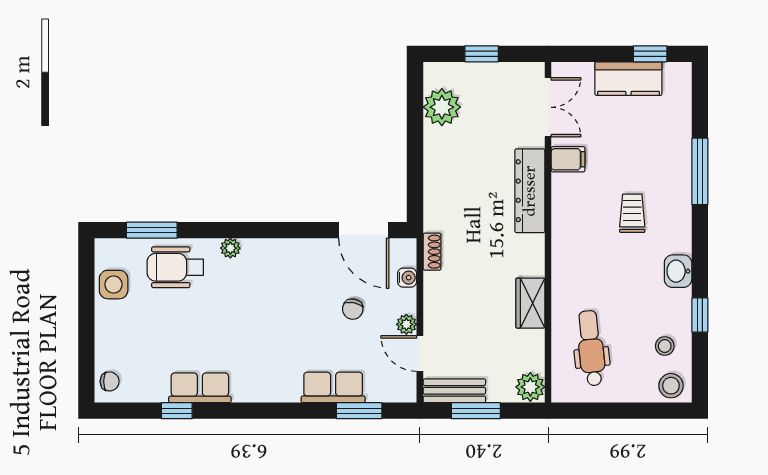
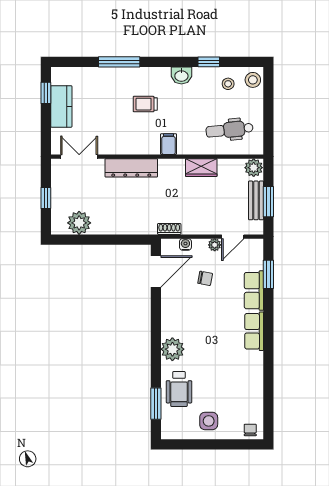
filing cabinet: (568, 159) -> (169, 144), moved
plant: (230, 248) -> (172, 349), width x1.88, depth x1.88
side table: (114, 285) -> (209, 421), moved
row of seats: (200, 388) -> (254, 331), moved
bench: (454, 391) -> (256, 200), moved
window: (177, 411) -> (268, 388), removed

